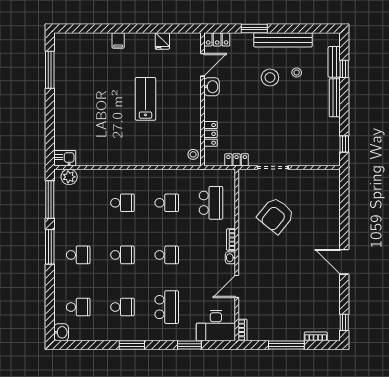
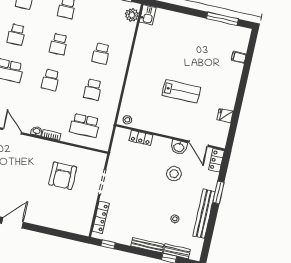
filing cabinet: (118, 41) -> (239, 57), moved
stool: (270, 77) -> (174, 174), moved
locker: (237, 160) -> (101, 217), moved, width x1.53
armchair: (276, 215) -> (63, 176), turned -129

